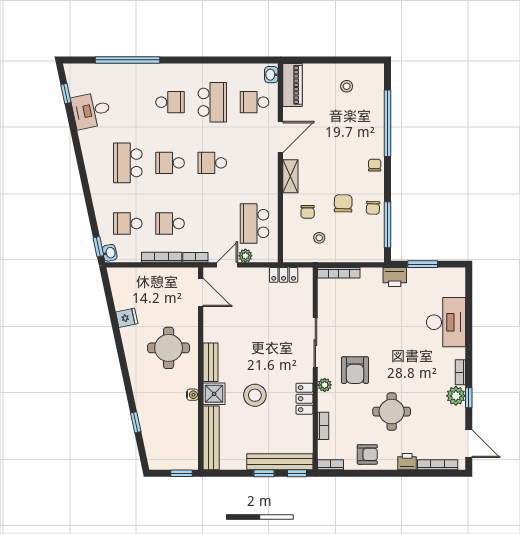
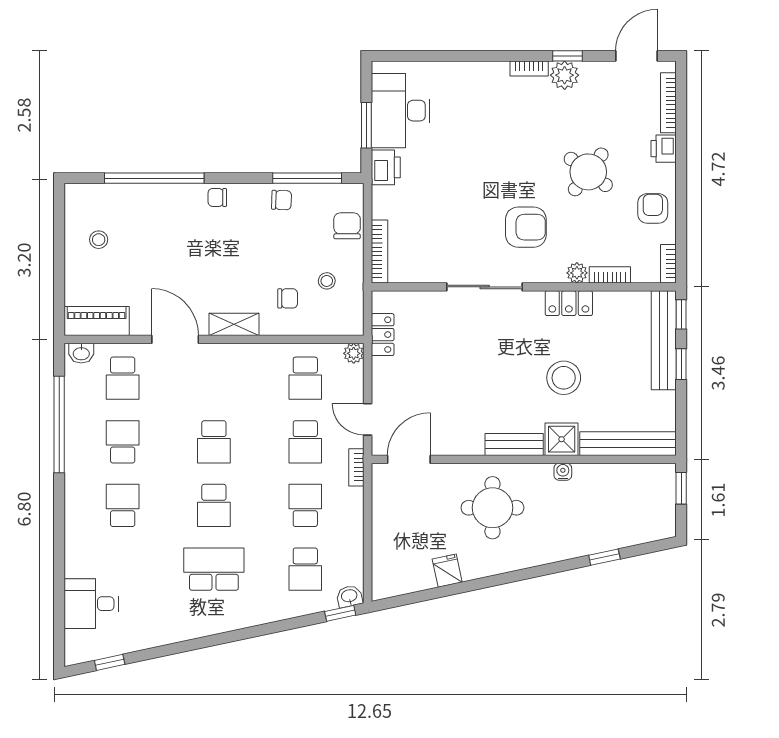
window: (127, 60) -> (59, 424), moved
school desk: (212, 102) -> (123, 442), width x0.54
desk: (91, 110) -> (91, 604), moved, turned 102
school desk: (128, 163) -> (214, 569), turned 180
chair: (343, 203) -> (347, 226), moved, turned 89
school desk: (170, 224) -> (305, 505), turned 180
school desk: (212, 224) -> (305, 442), added
school desk: (255, 224) -> (305, 378), width x0.54
plant: (245, 256) -> (354, 353), moved
bookcase: (162, 257) -> (356, 518), removed
desk: (446, 322) -> (401, 111), moved, turned -90
plant: (325, 385) -> (577, 273), moved
round table: (392, 412) -> (588, 172), turned 37

